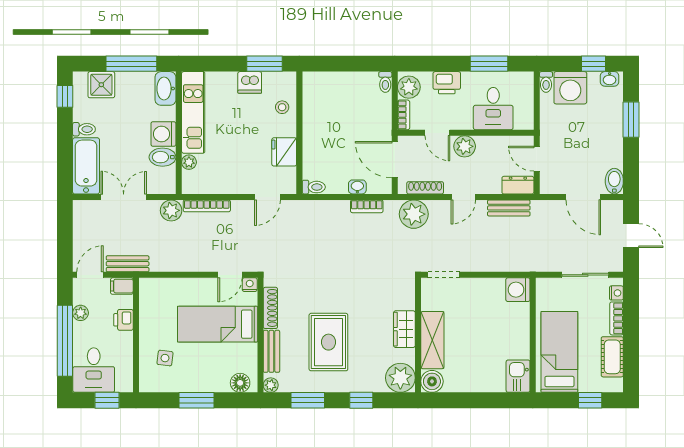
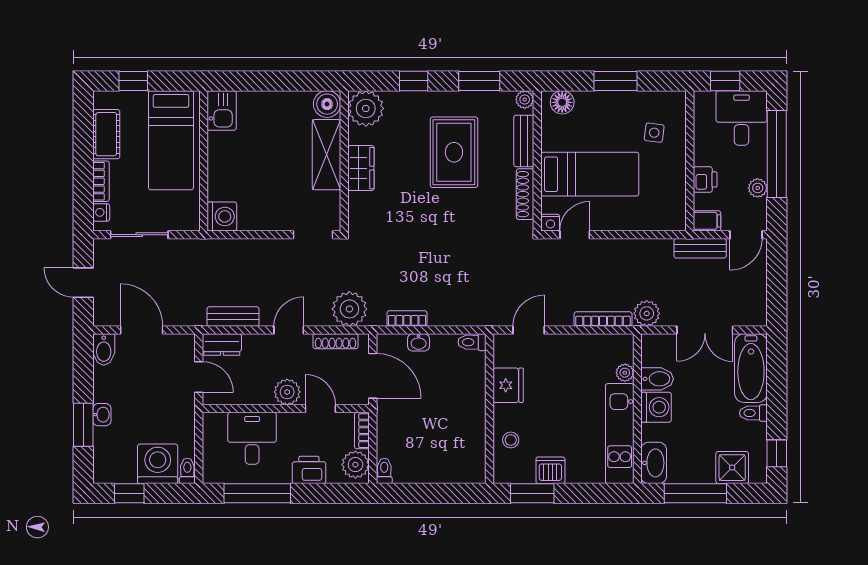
window: (489, 64) -> (257, 493), width x1.44
washbasin: (610, 79) -> (102, 415), moved, turned 90

